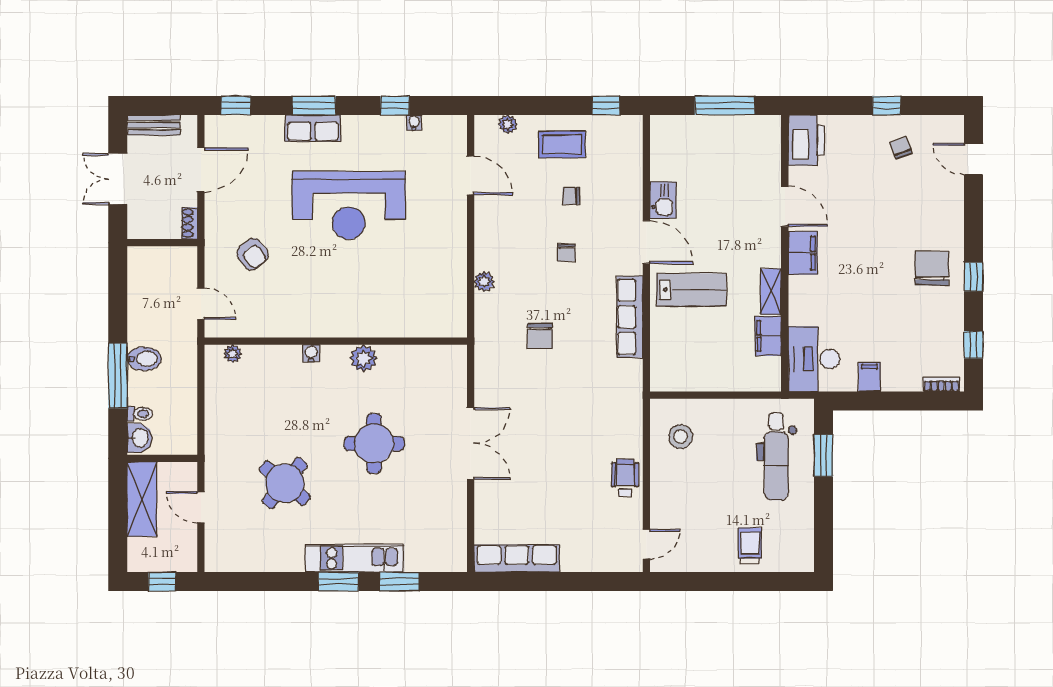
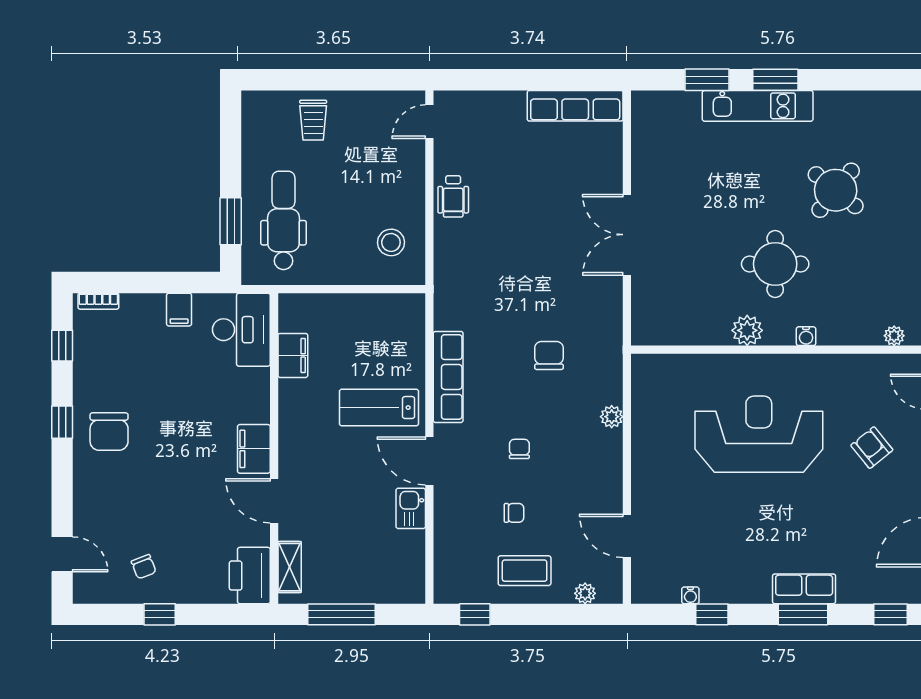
reception desk: (349, 205) -> (759, 434), moved
shelving: (771, 292) -> (290, 567), moved
round table: (374, 444) -> (775, 264), moved

